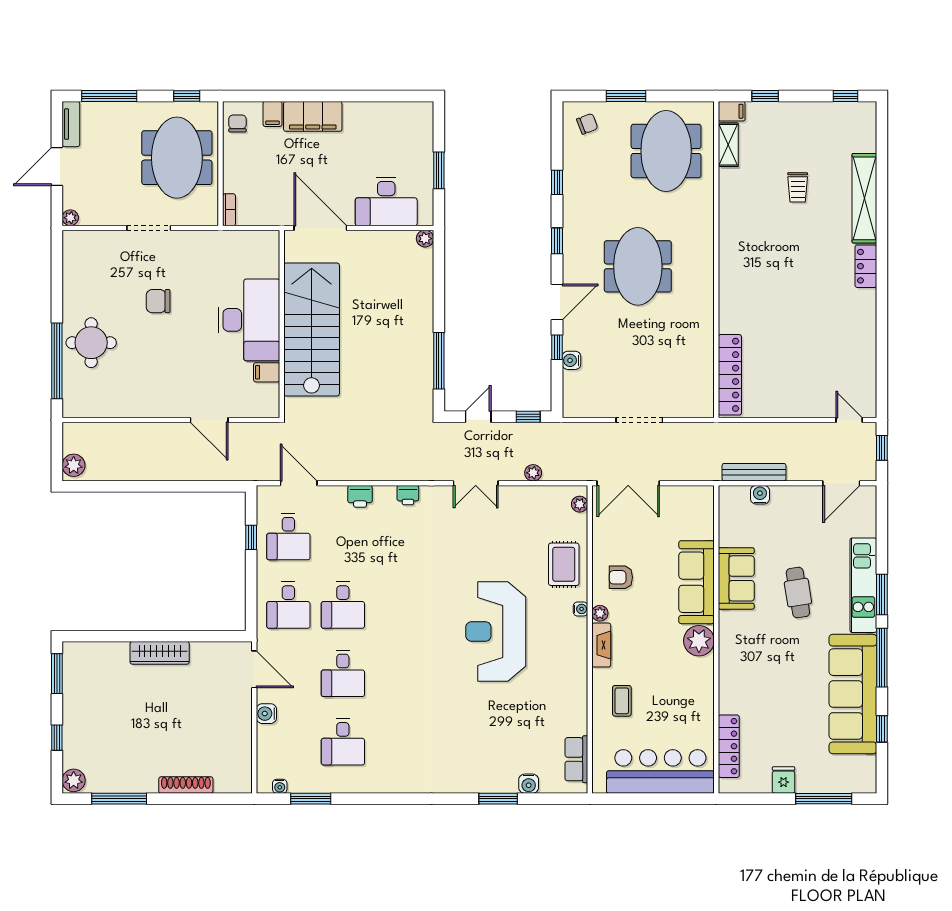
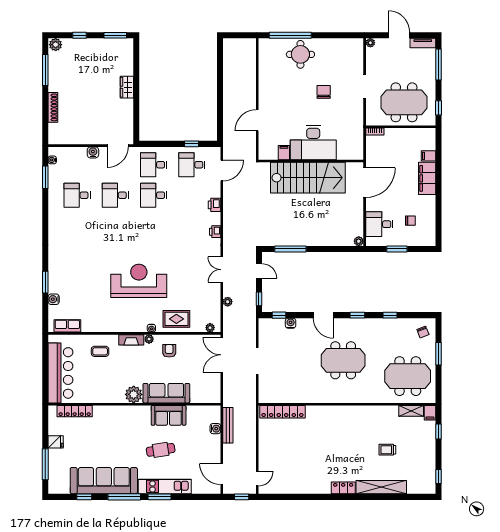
chair: (237, 123) -> (410, 221), moved
desk: (386, 202) -> (379, 224), width x0.73
window: (557, 347) -> (279, 315), moved
plant: (74, 465) -> (232, 45), removed
wardrobe: (160, 653) -> (127, 87), width x0.67

